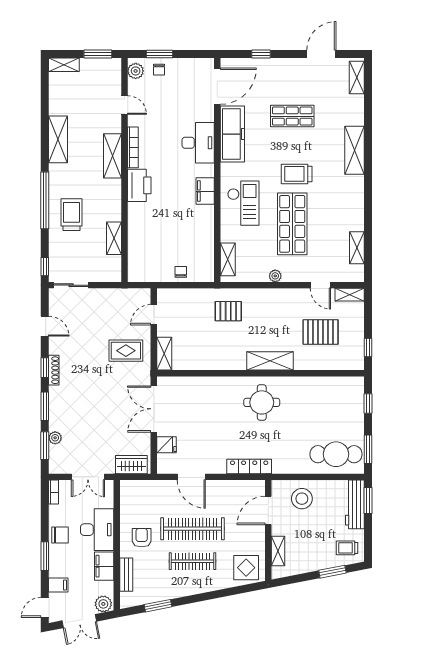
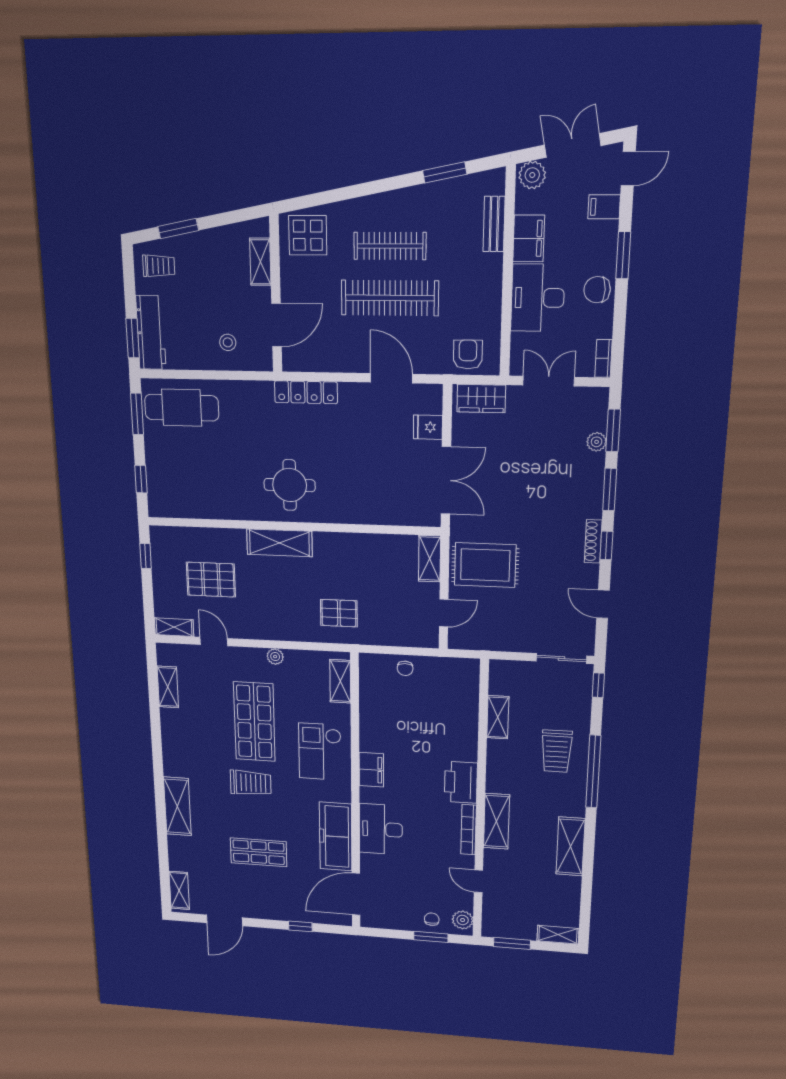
rug: (126, 351) -> (485, 565), width x1.36, depth x1.43
stool: (302, 499) -> (228, 342), width x0.53, depth x0.53
armchair: (142, 538) -> (468, 354), moved, turned 180

